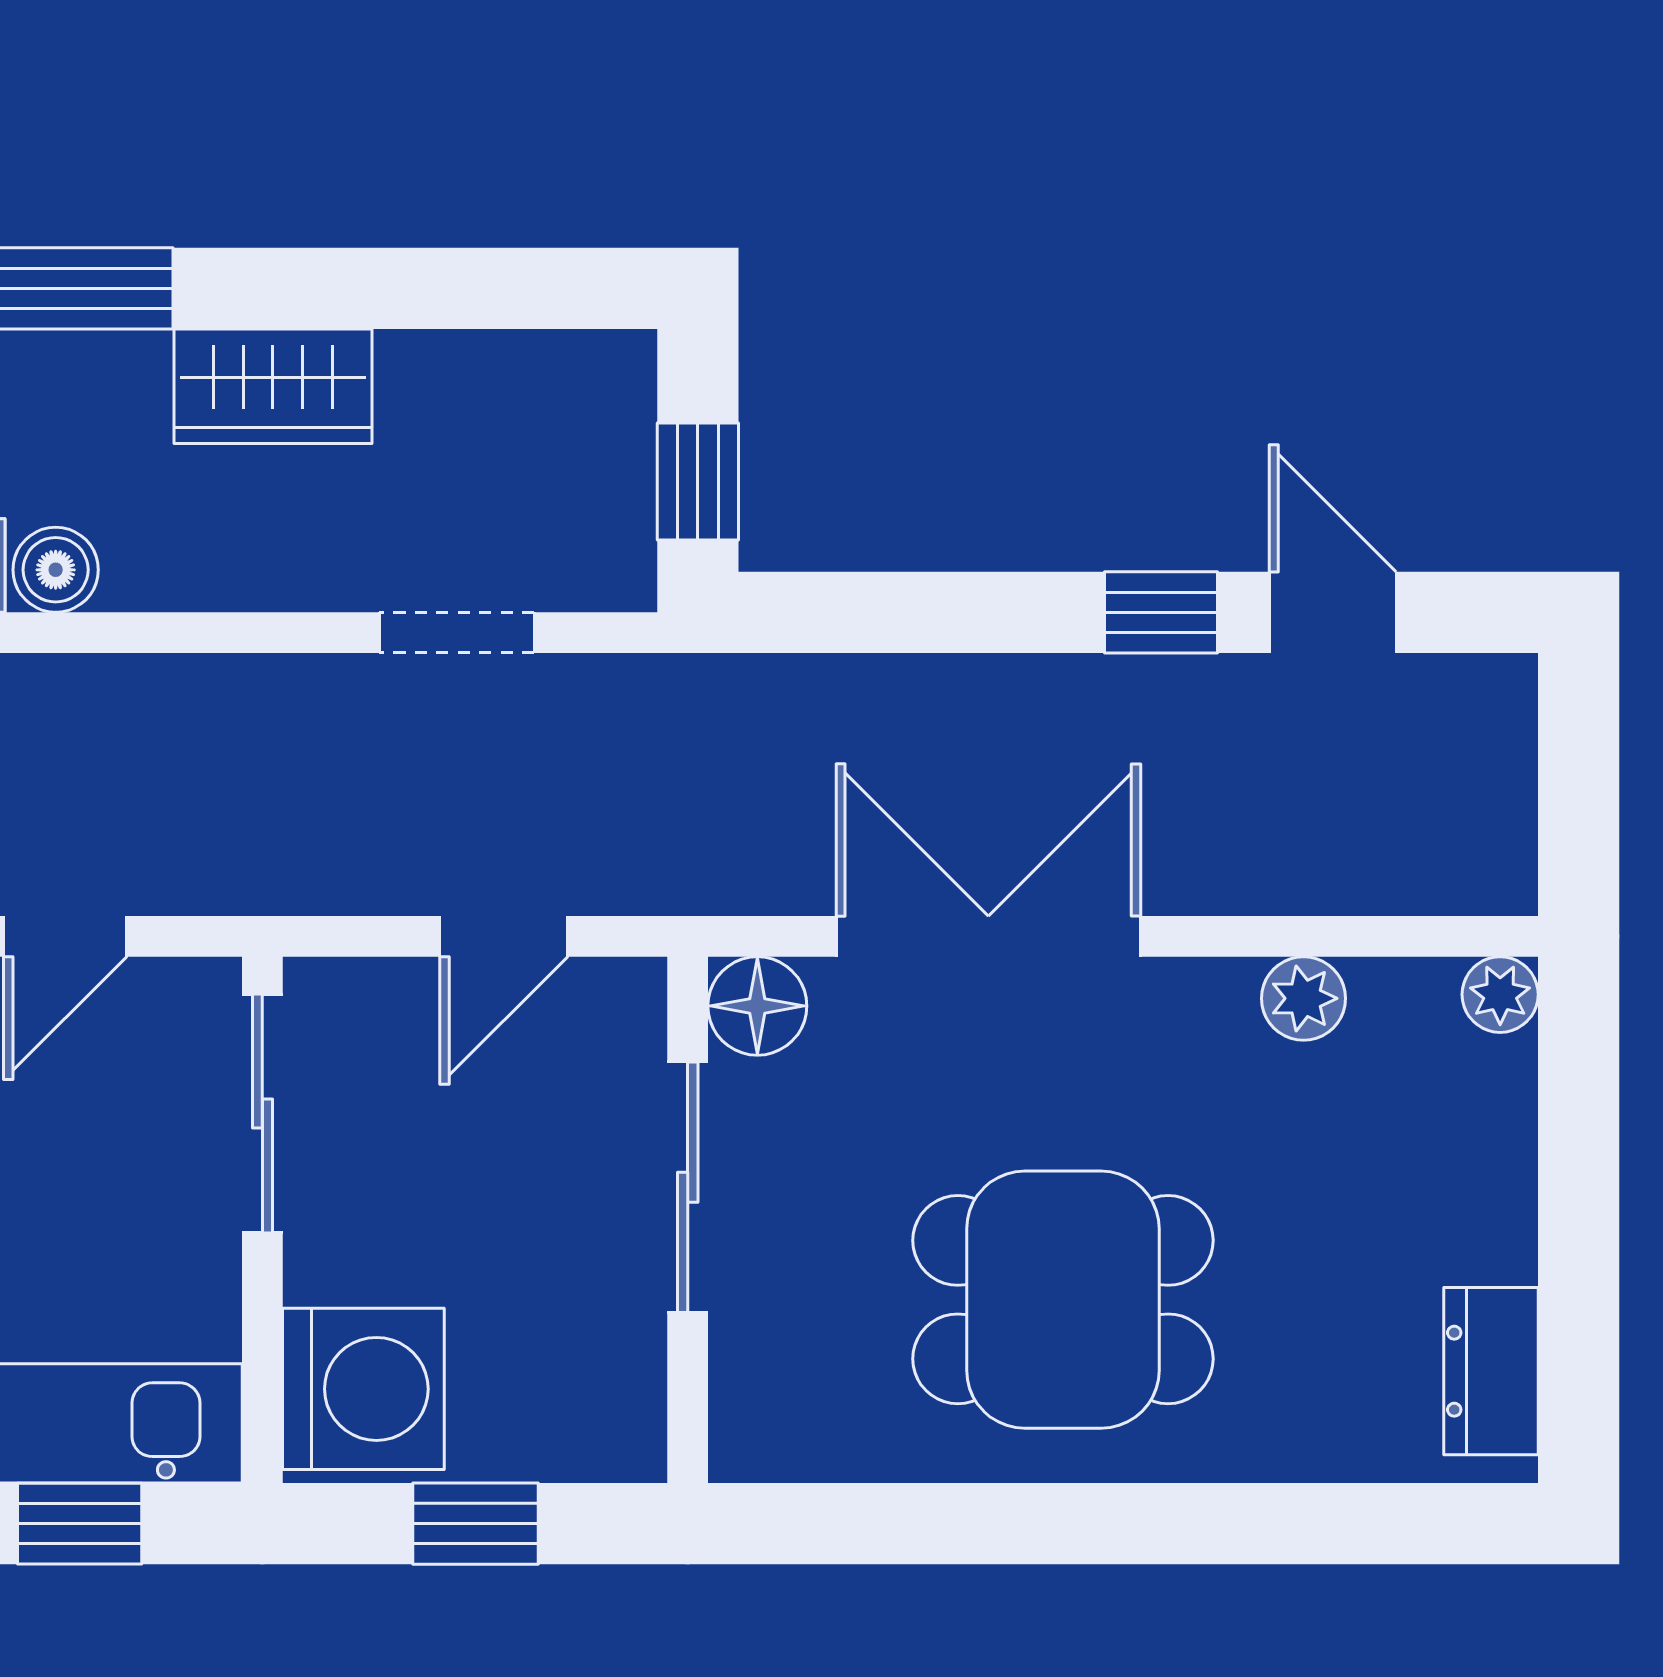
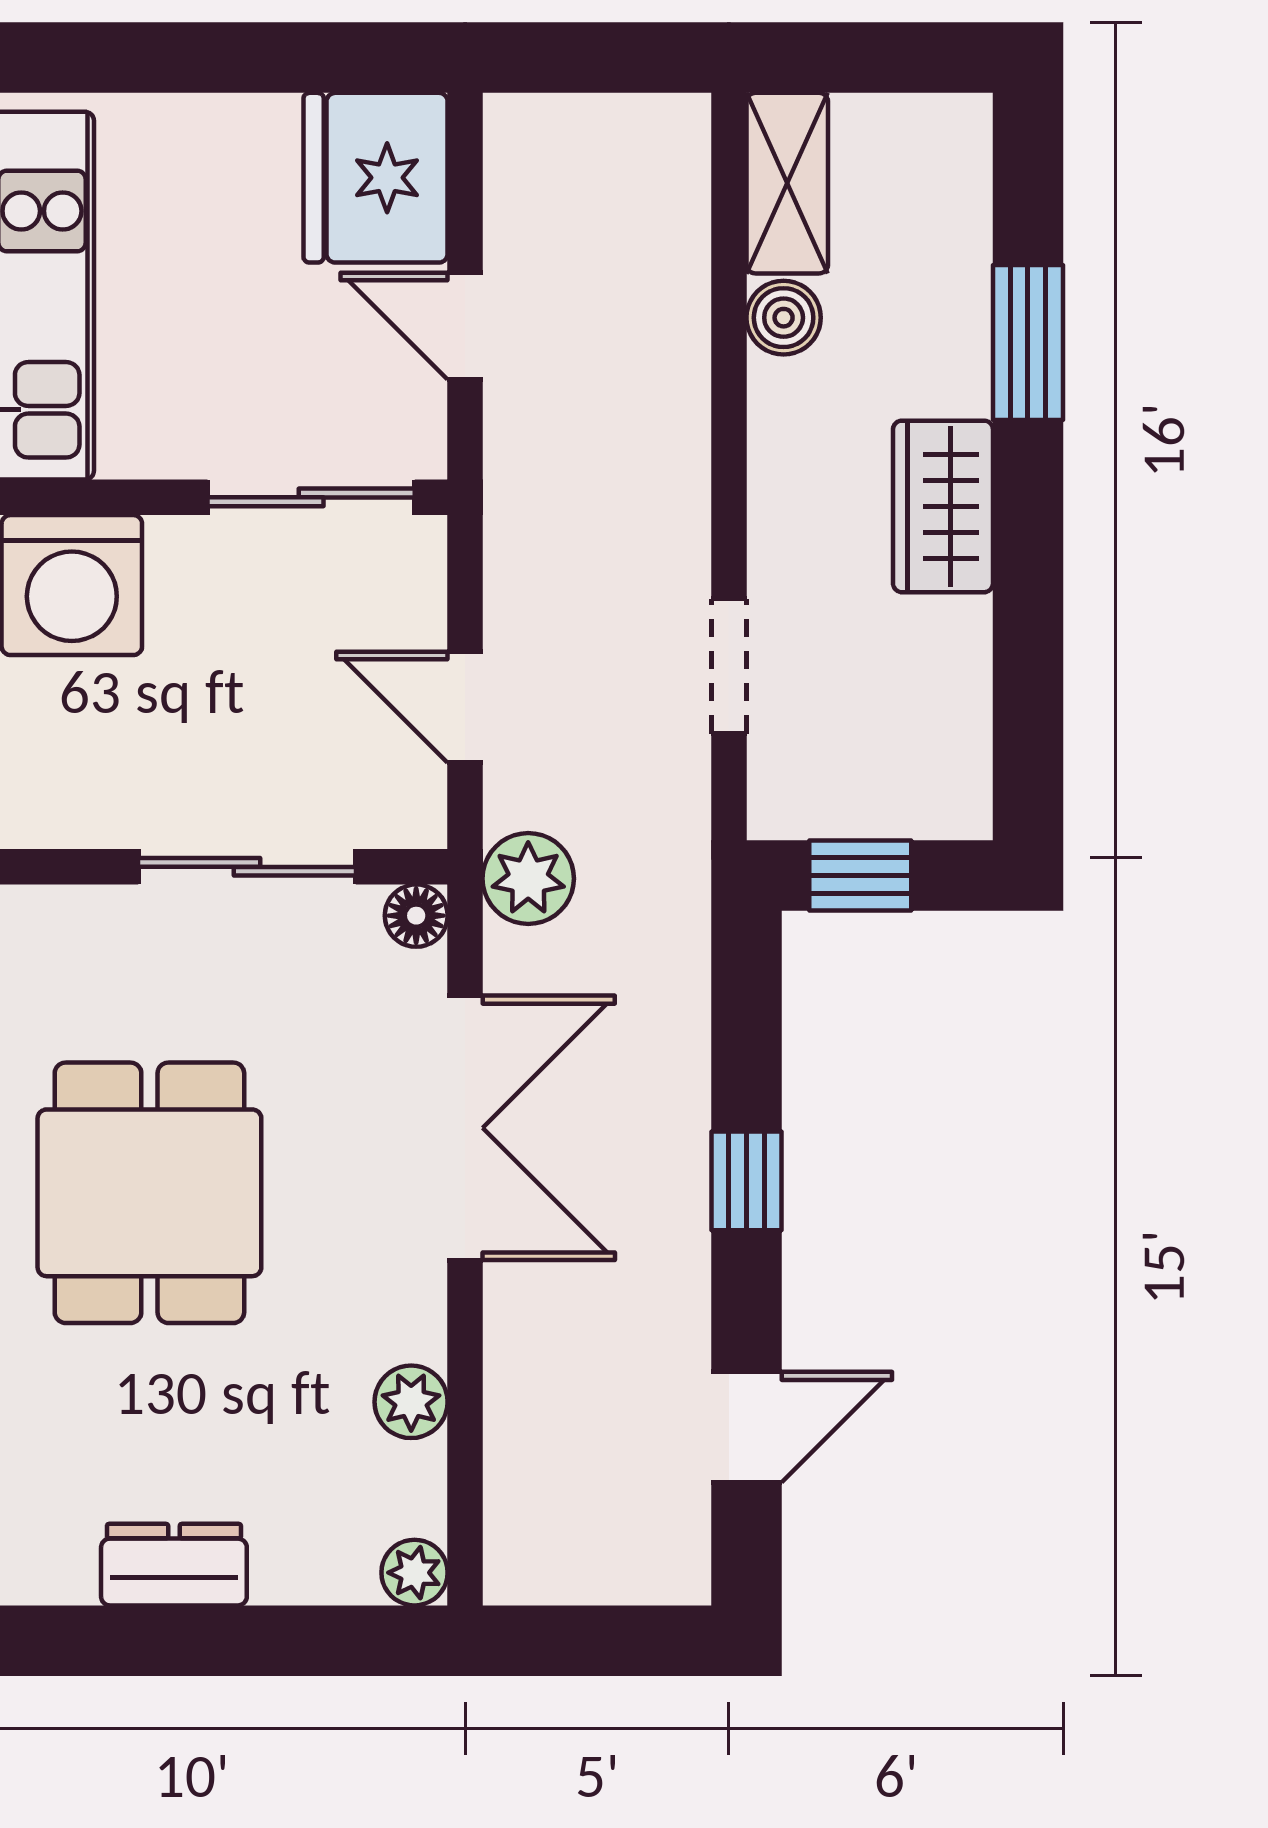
window: (1161, 612) -> (747, 1181), moved
plant: (701, 864) -> (528, 879), added
floor lamp: (757, 1006) -> (416, 916), width x0.73, depth x0.73
dresser: (1491, 1371) -> (174, 1565), moved

